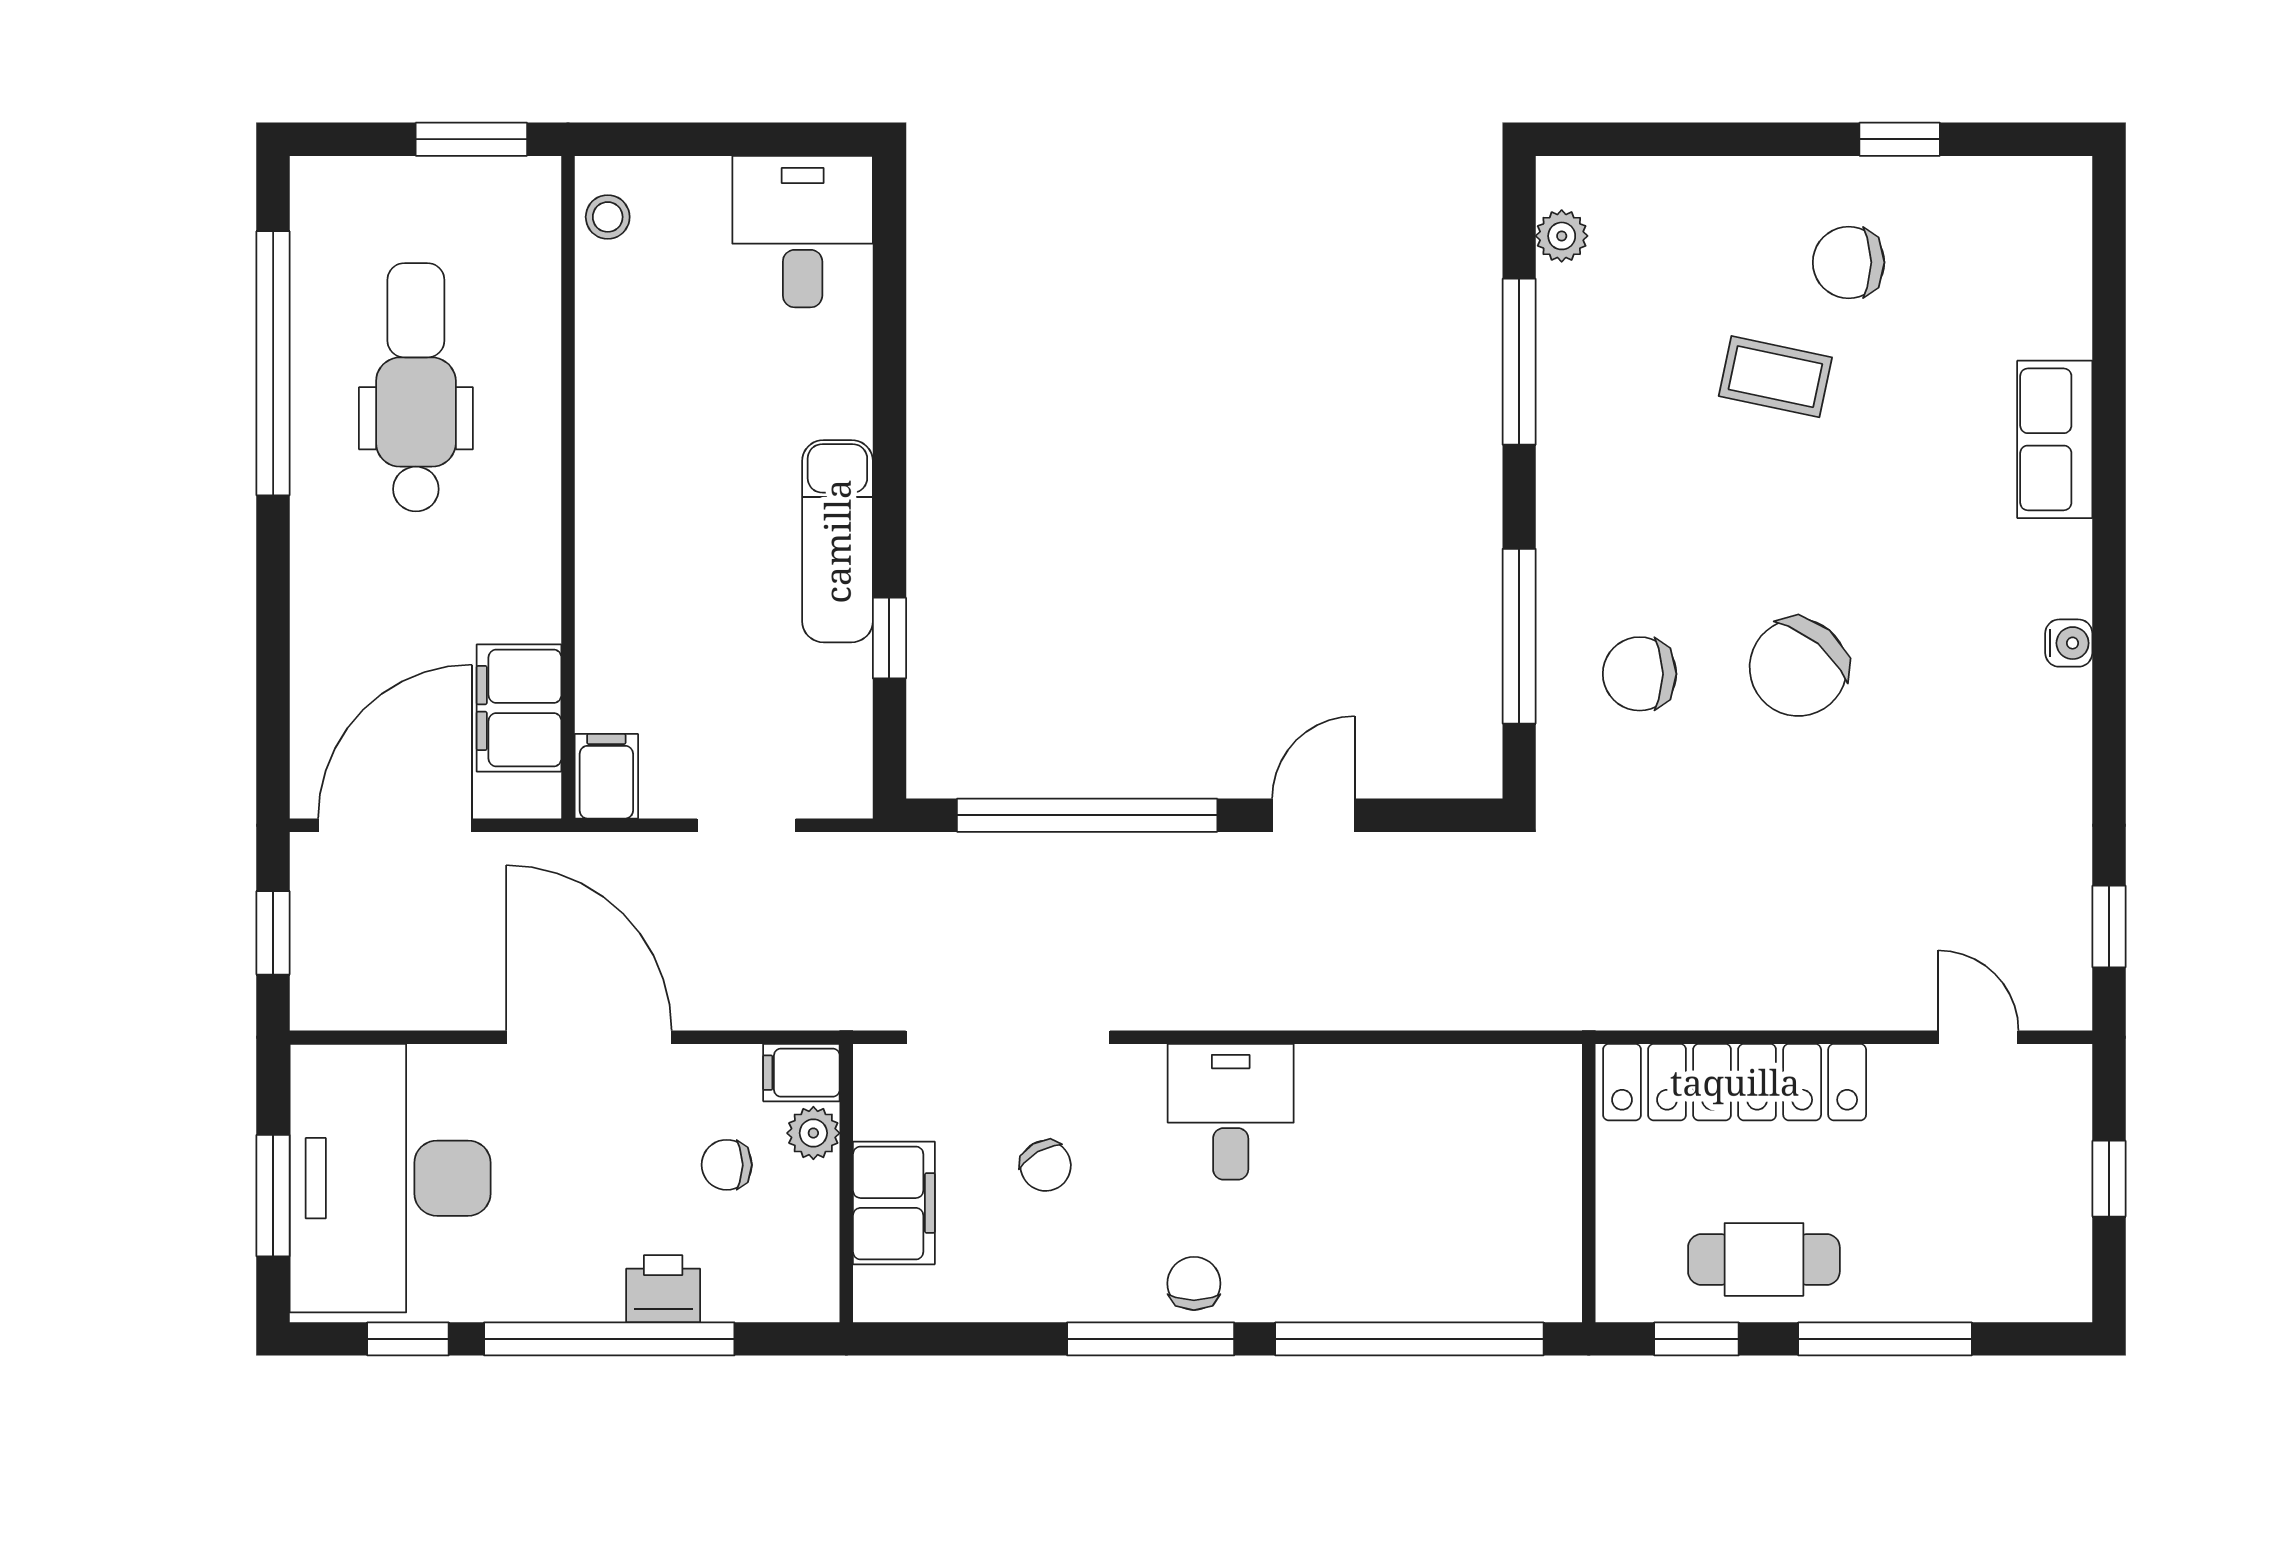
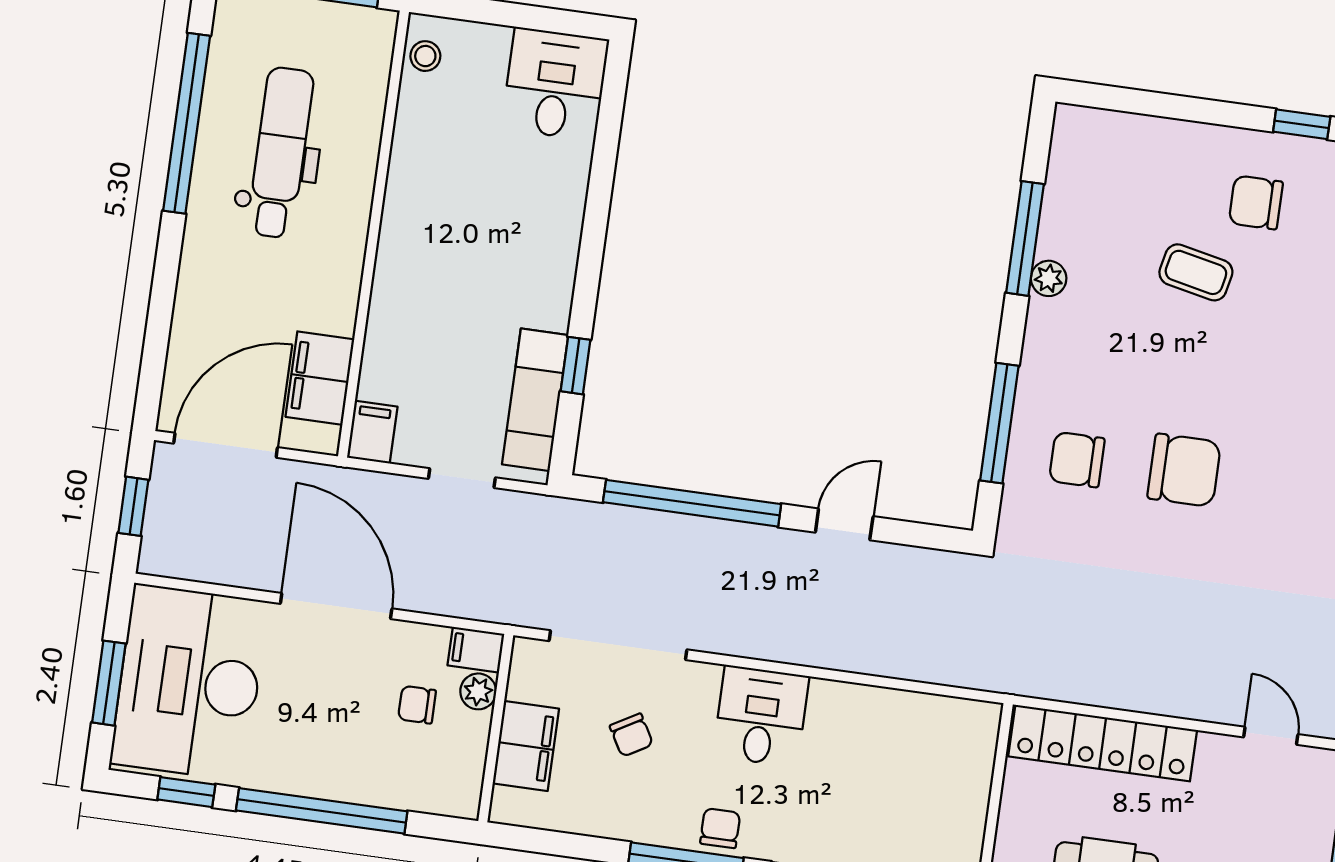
plant: (1562, 236) -> (1049, 278), moved
exam couch: (837, 541) -> (535, 400), moved
chair: (1798, 667) -> (1184, 470), turned -130
printer: (663, 1289) -> (363, 782), removed

